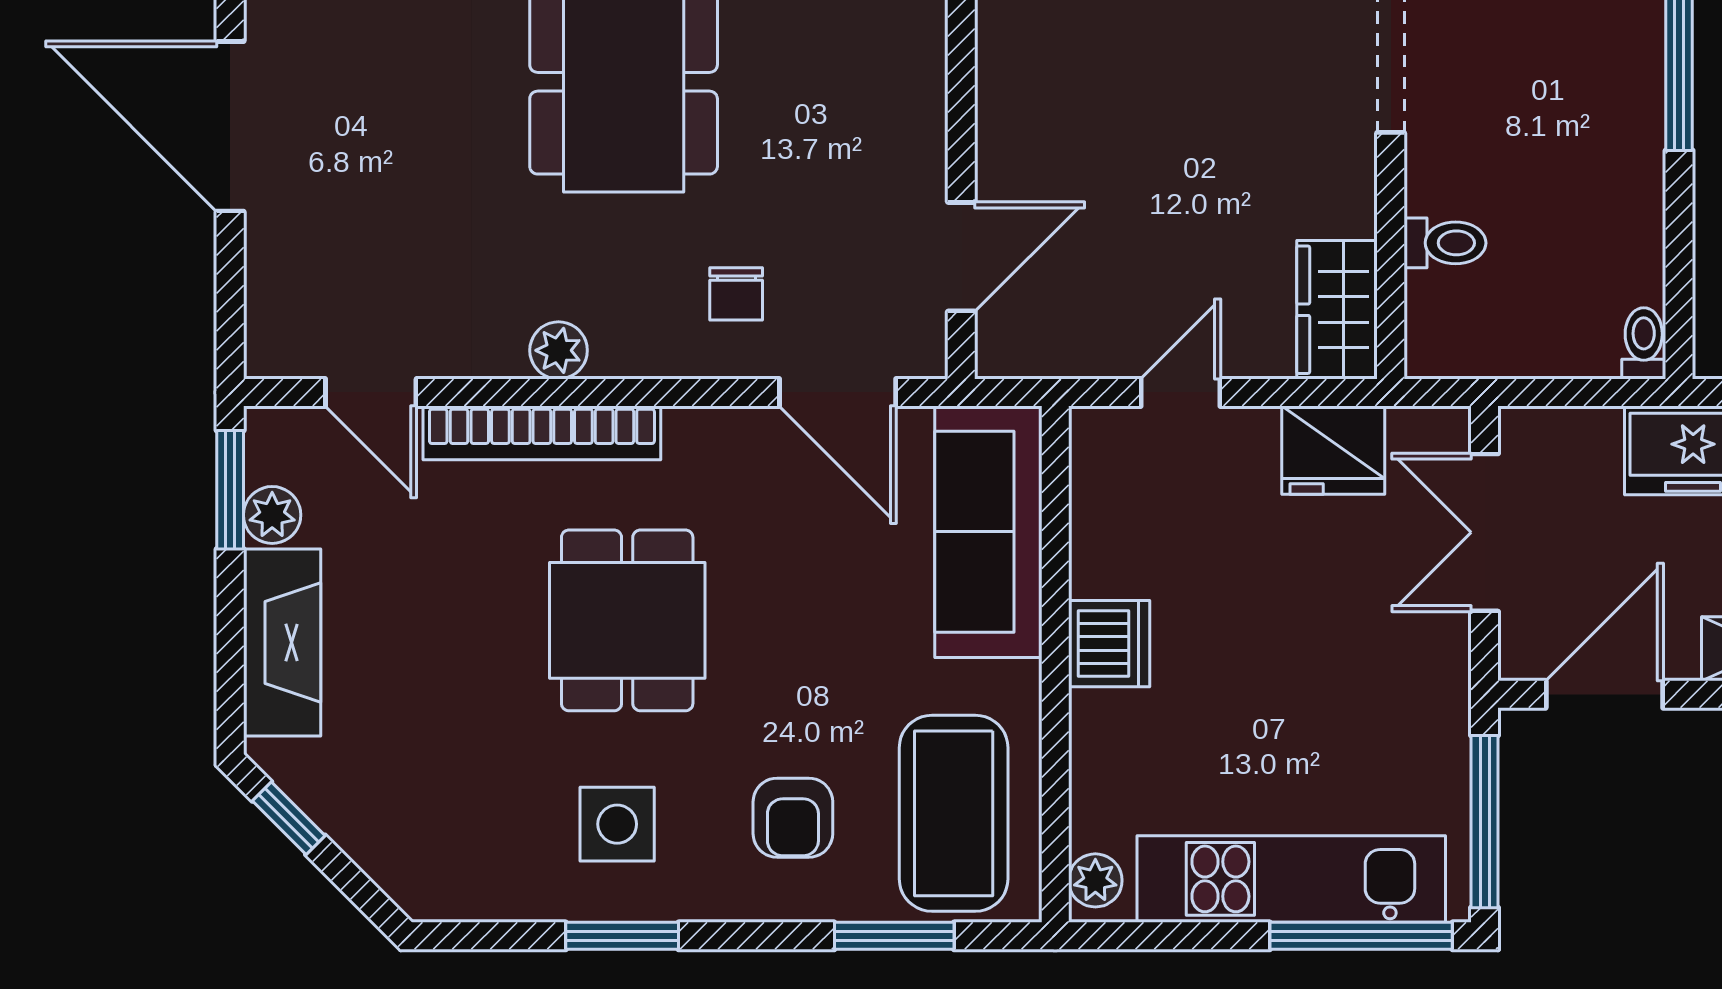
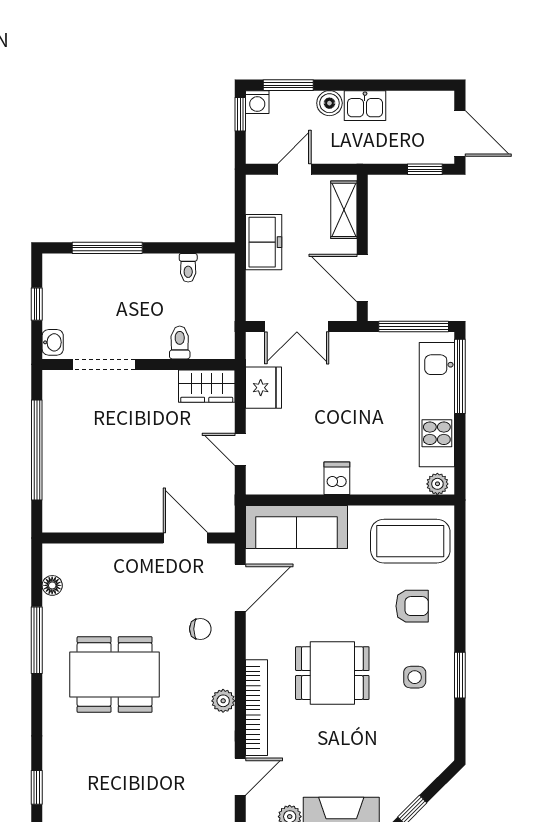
toilet: (1644, 343) -> (188, 268), moved, turned -90
dishwasher: (1109, 644) -> (337, 478), width x0.73
side table: (617, 824) -> (415, 677), width x0.73, depth x0.73
window: (894, 936) -> (460, 565), removed

